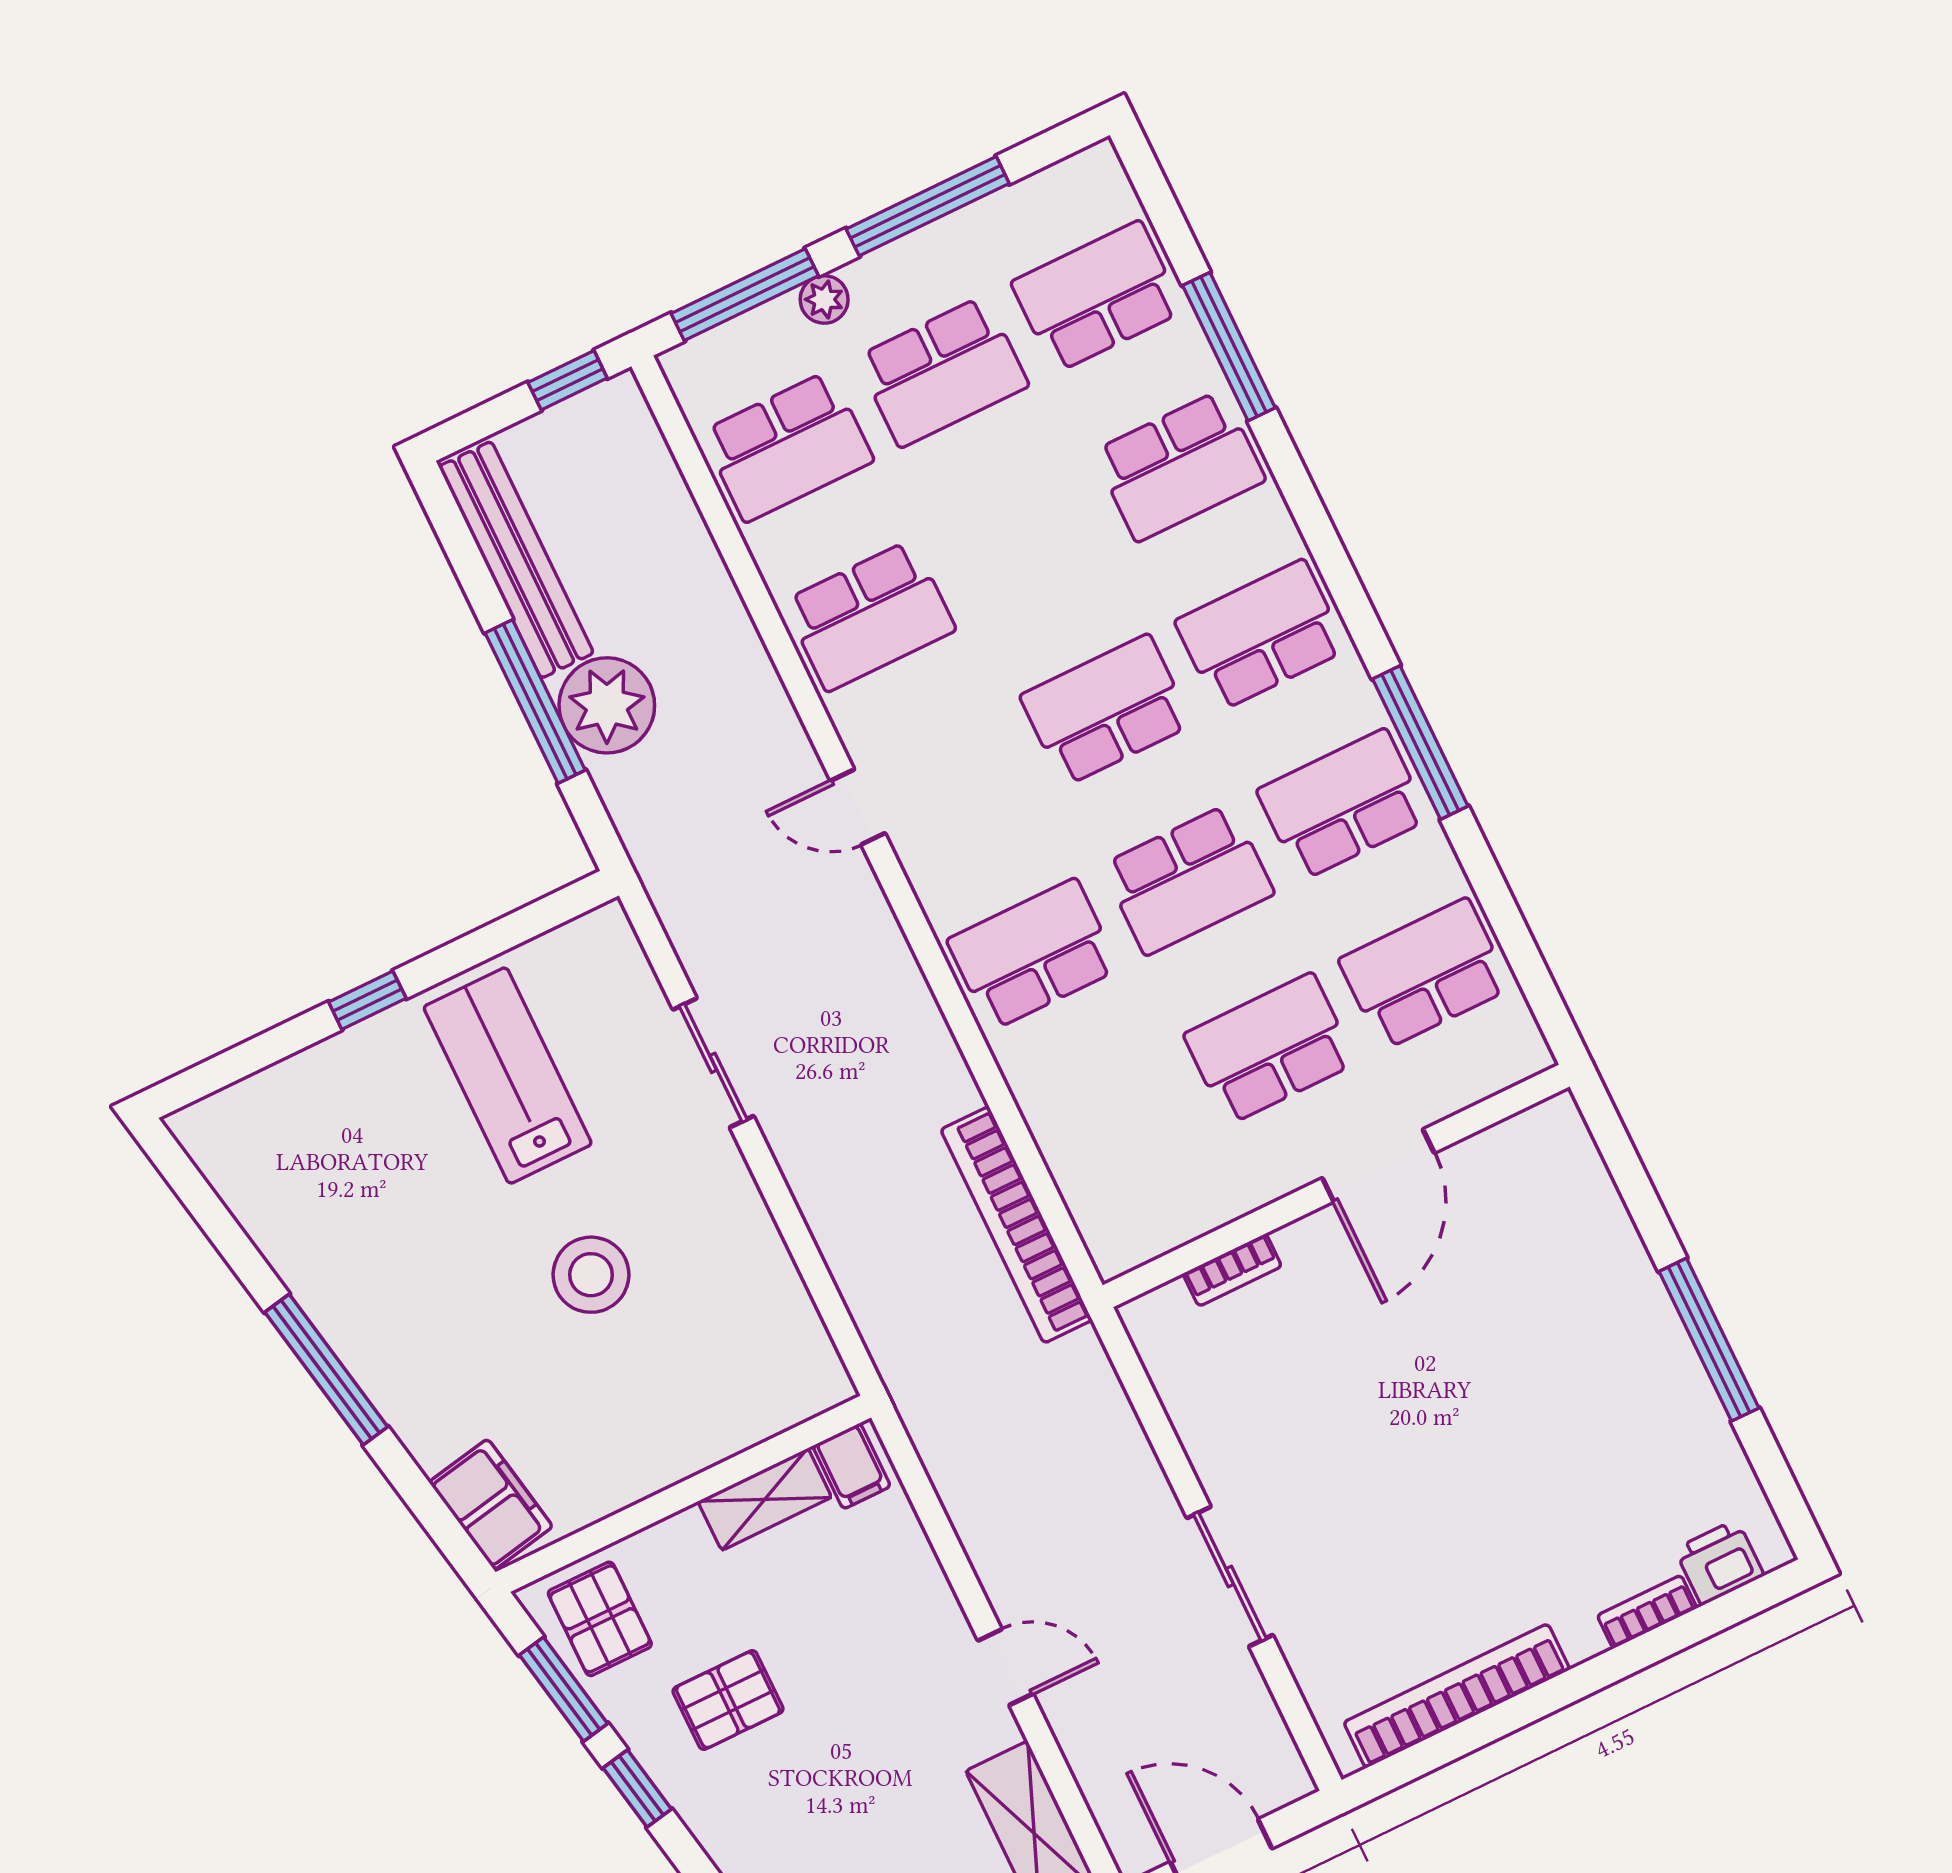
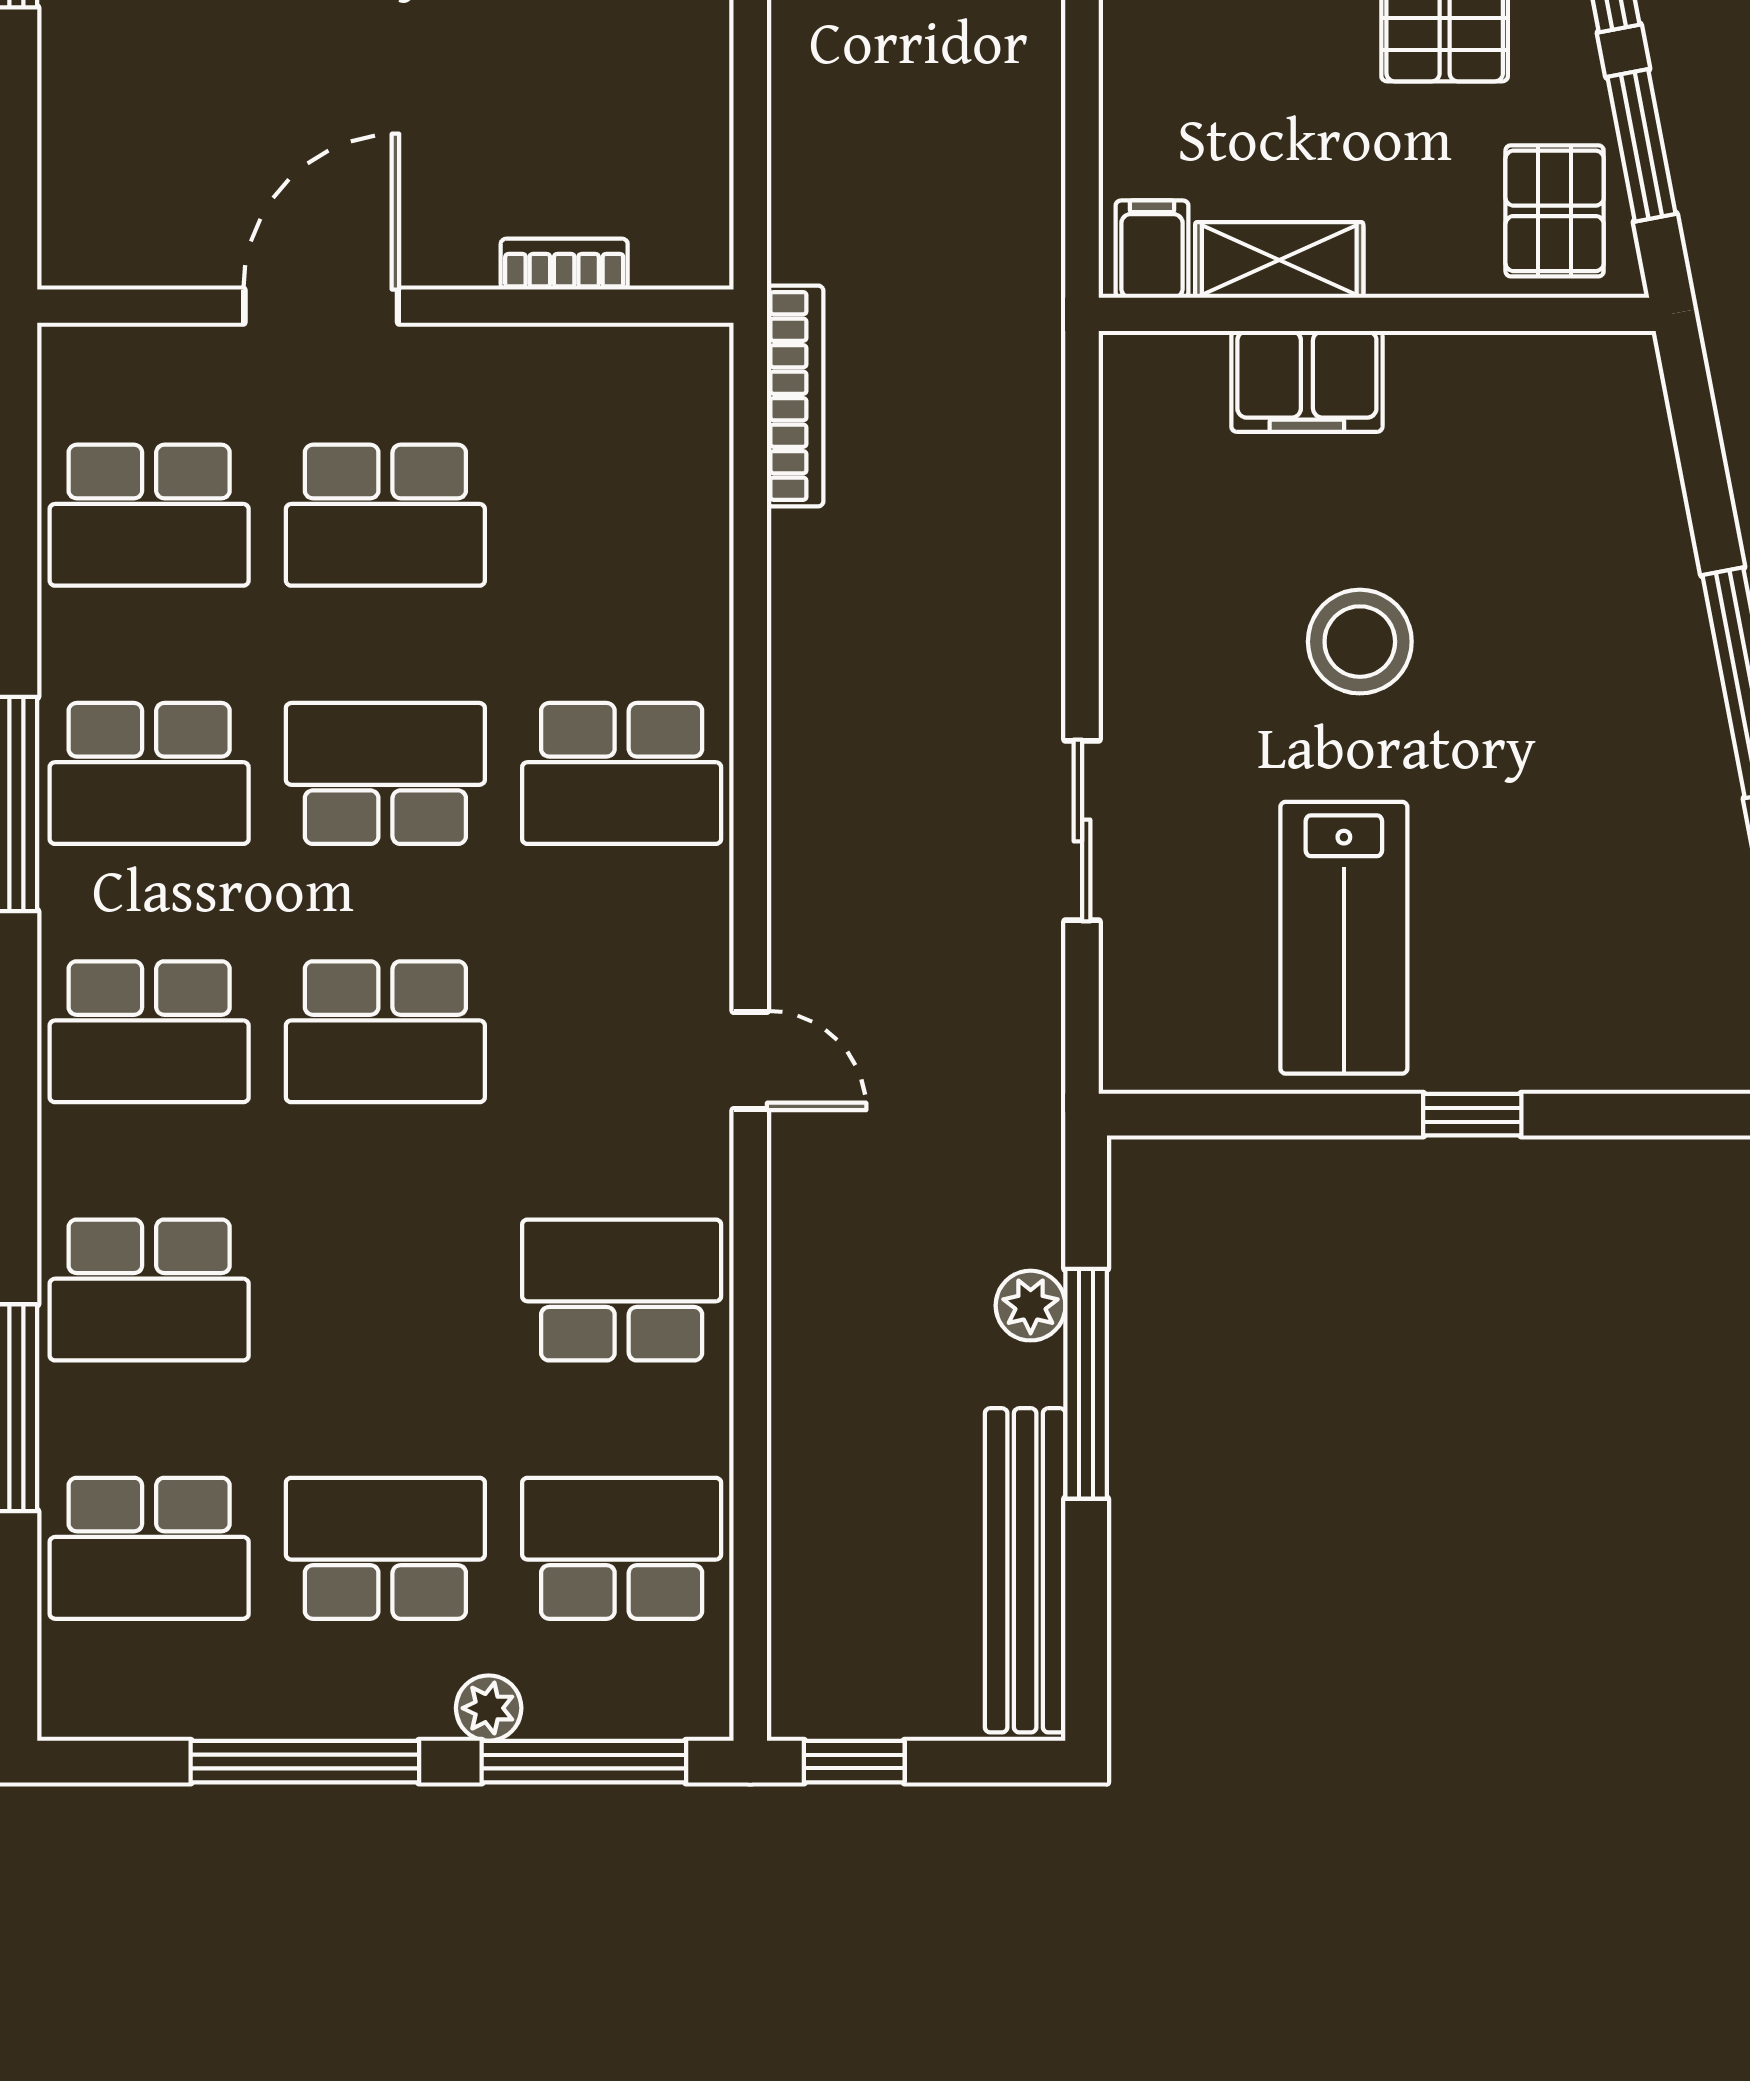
school desk: (1179, 466) -> (149, 1290), turned 180
plant: (607, 705) -> (1031, 1306), width x0.53, depth x0.53
bookcase: (1016, 1225) -> (795, 396), width x0.68, depth x0.76
filing cabinet: (491, 1504) -> (1307, 381), moved, turned -79

